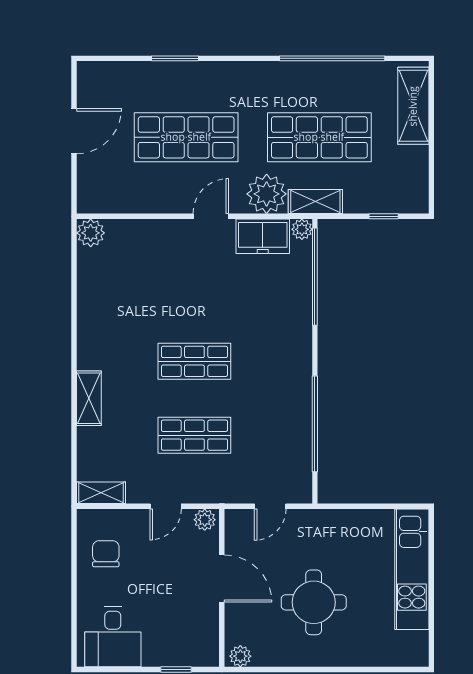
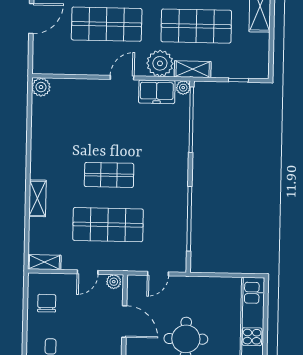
shop shelf: (194, 435) -> (108, 225), width x1.43, depth x1.36

